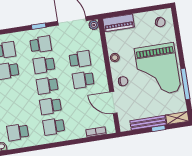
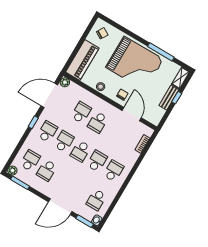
piano: (119, 23) -> (82, 60), width x1.37, depth x1.33
school desk: (44, 65) -> (64, 141), turned 180
door: (113, 102) -> (132, 114), swing flipped
school desk: (50, 106) -> (97, 161), turned 180
bench: (148, 123) -> (169, 98), width x0.73
school desk: (54, 127) -> (114, 171), turned 180

